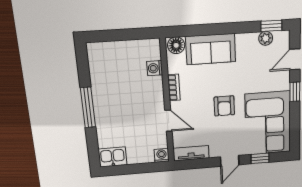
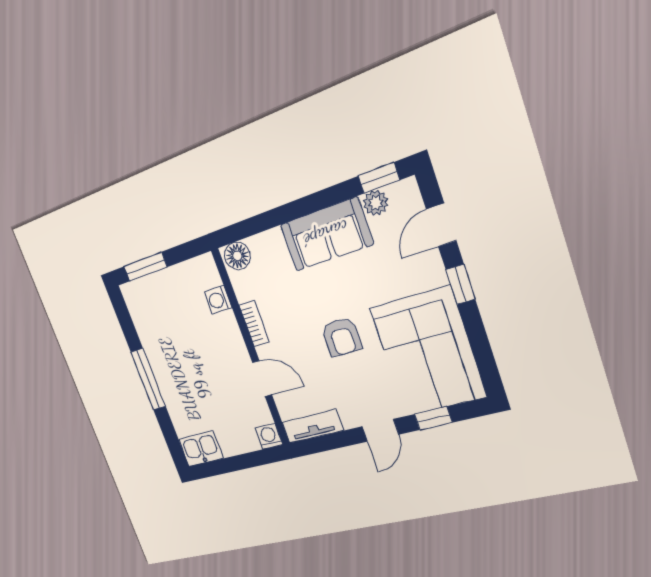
window: (110, 36) -> (145, 267), added
sofa: (211, 49) -> (326, 234), moved

